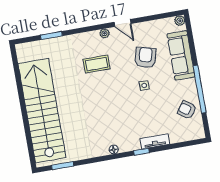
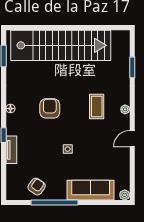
plant: (104, 33) -> (125, 109), moved
armchair: (145, 58) -> (50, 108), moved, turned -105

